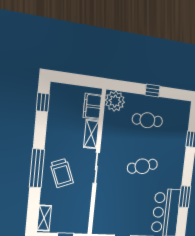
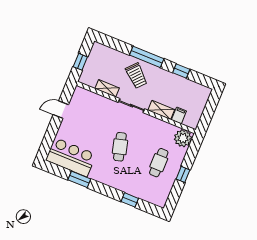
window: (43, 102) -> (181, 71), moved
filing cabinet: (92, 106) -> (179, 115), width x0.50
trolley: (62, 173) -> (136, 76), turned -117
shelving: (44, 218) -> (107, 88), moved

